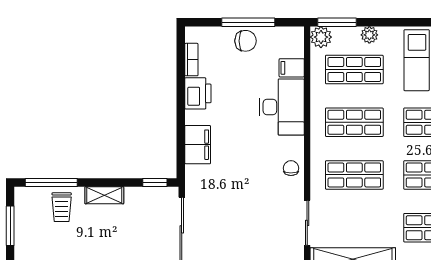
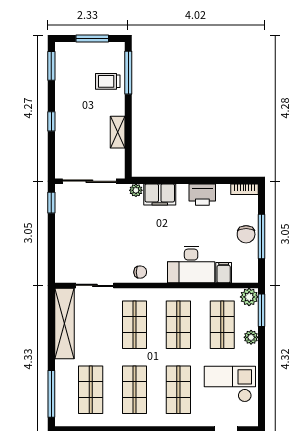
bookcase: (191, 60) -> (245, 189), moved
plant: (193, 173) -> (136, 190), added
window: (155, 183) -> (128, 159), removed
shelving: (104, 195) -> (118, 132), moved

